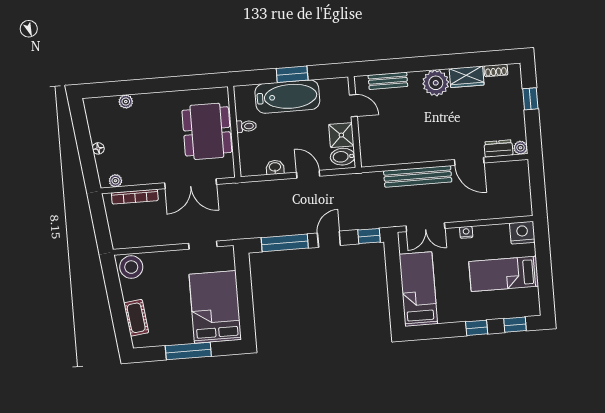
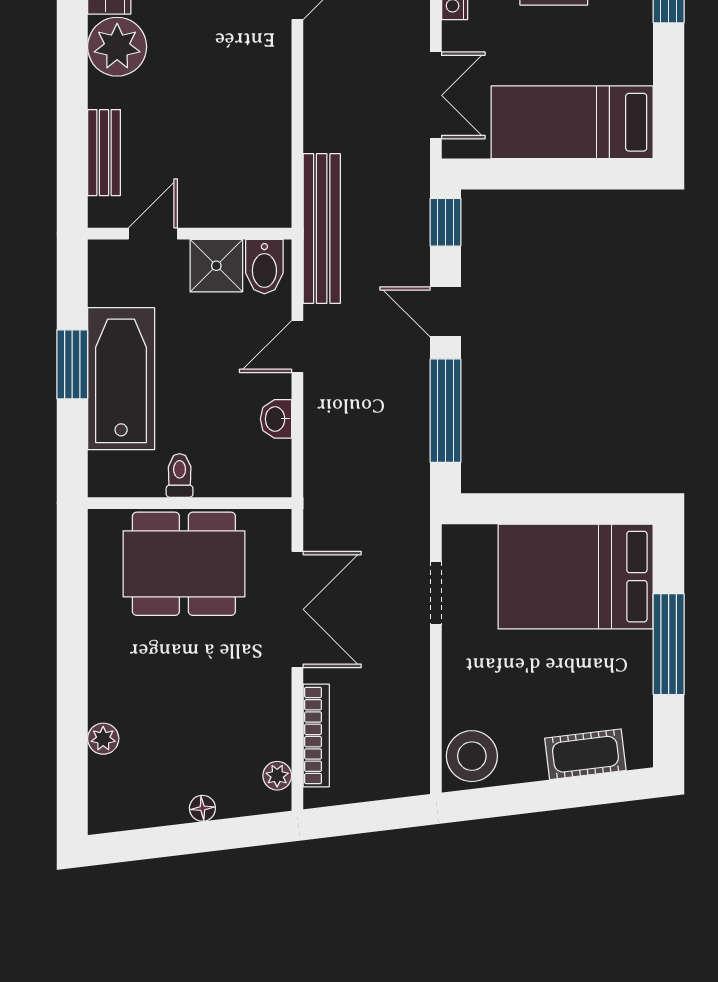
bench: (418, 176) -> (322, 229), moved

